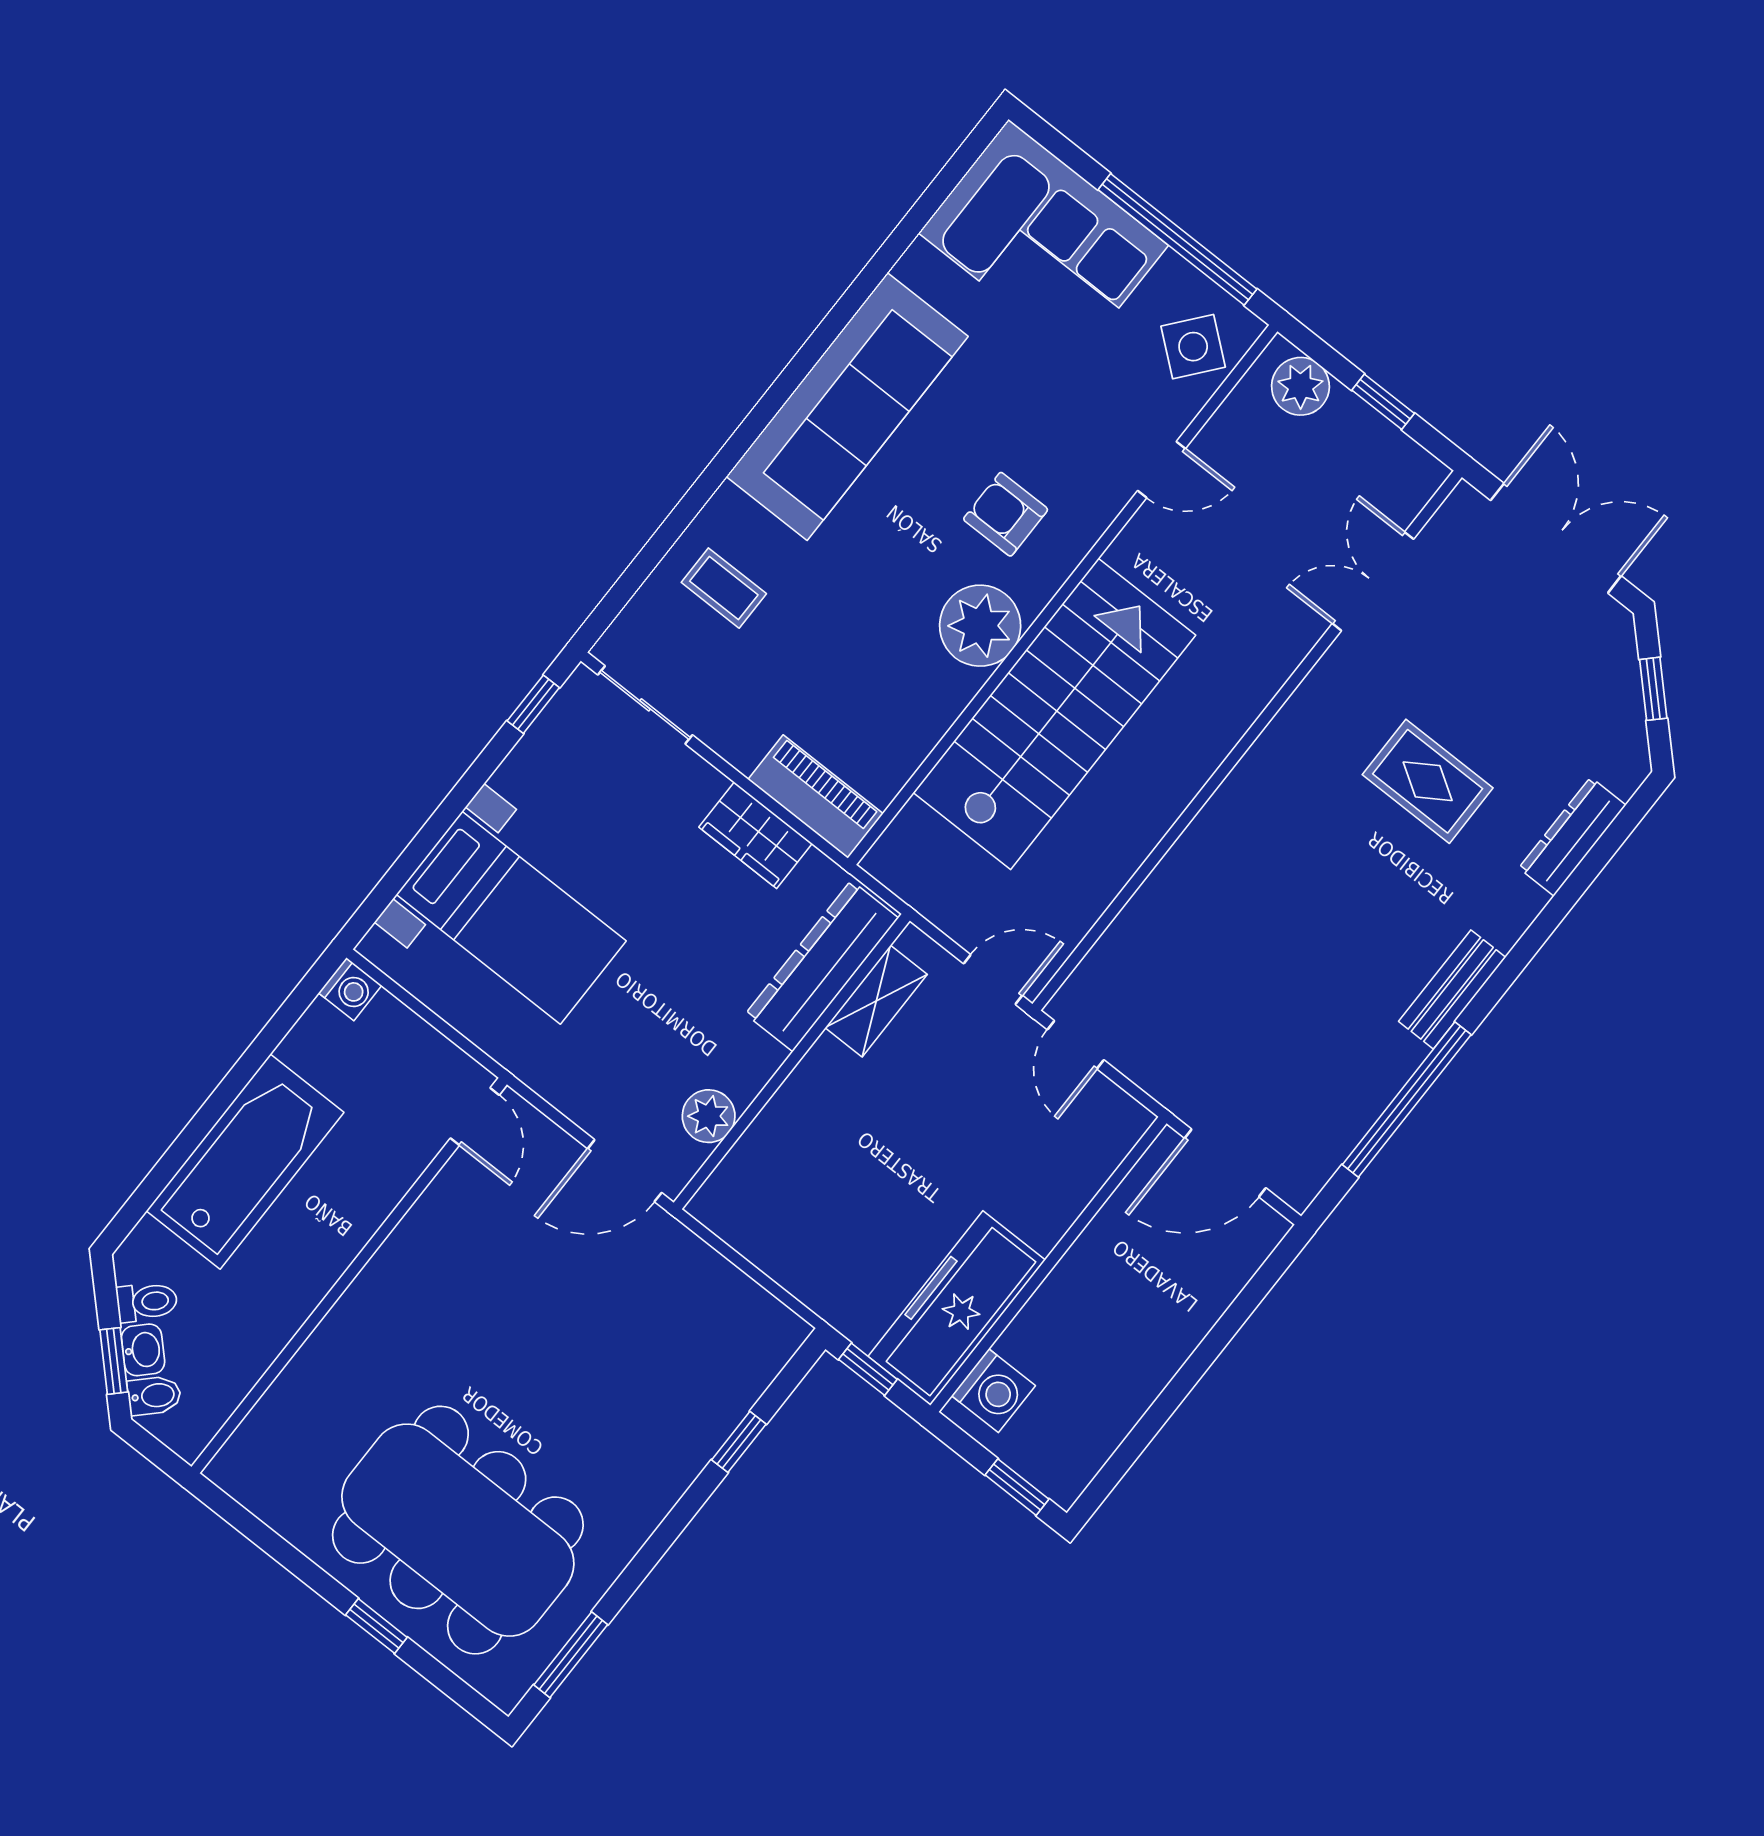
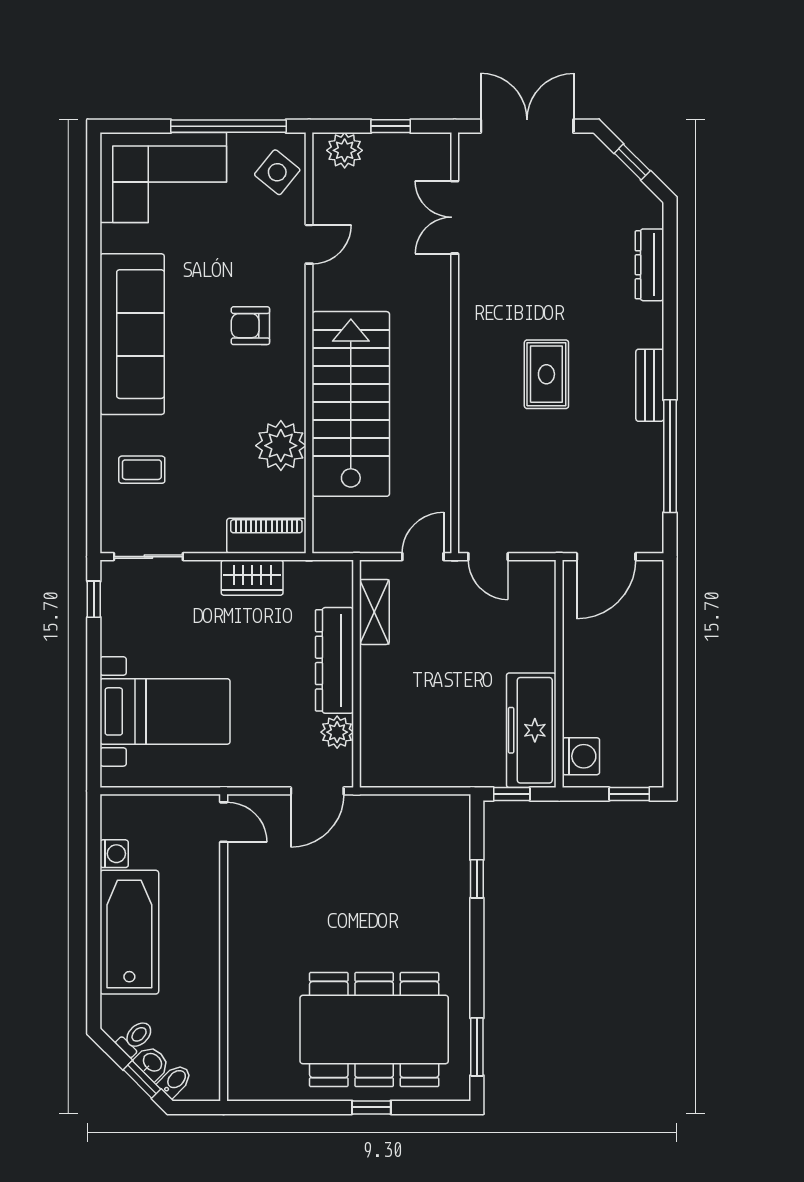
plant: (980, 626) -> (281, 446), moved
rug: (1428, 781) -> (546, 374), moved, turned 90
dresser: (822, 966) -> (335, 660), moved
washing machine: (350, 989) -> (114, 854), moved

